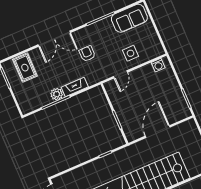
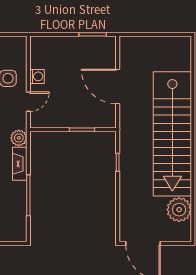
washing machine: (158, 65) -> (37, 76), moved
door: (120, 74) -> (28, 102), hinge flipped
plant: (57, 94) -> (19, 138), moved

